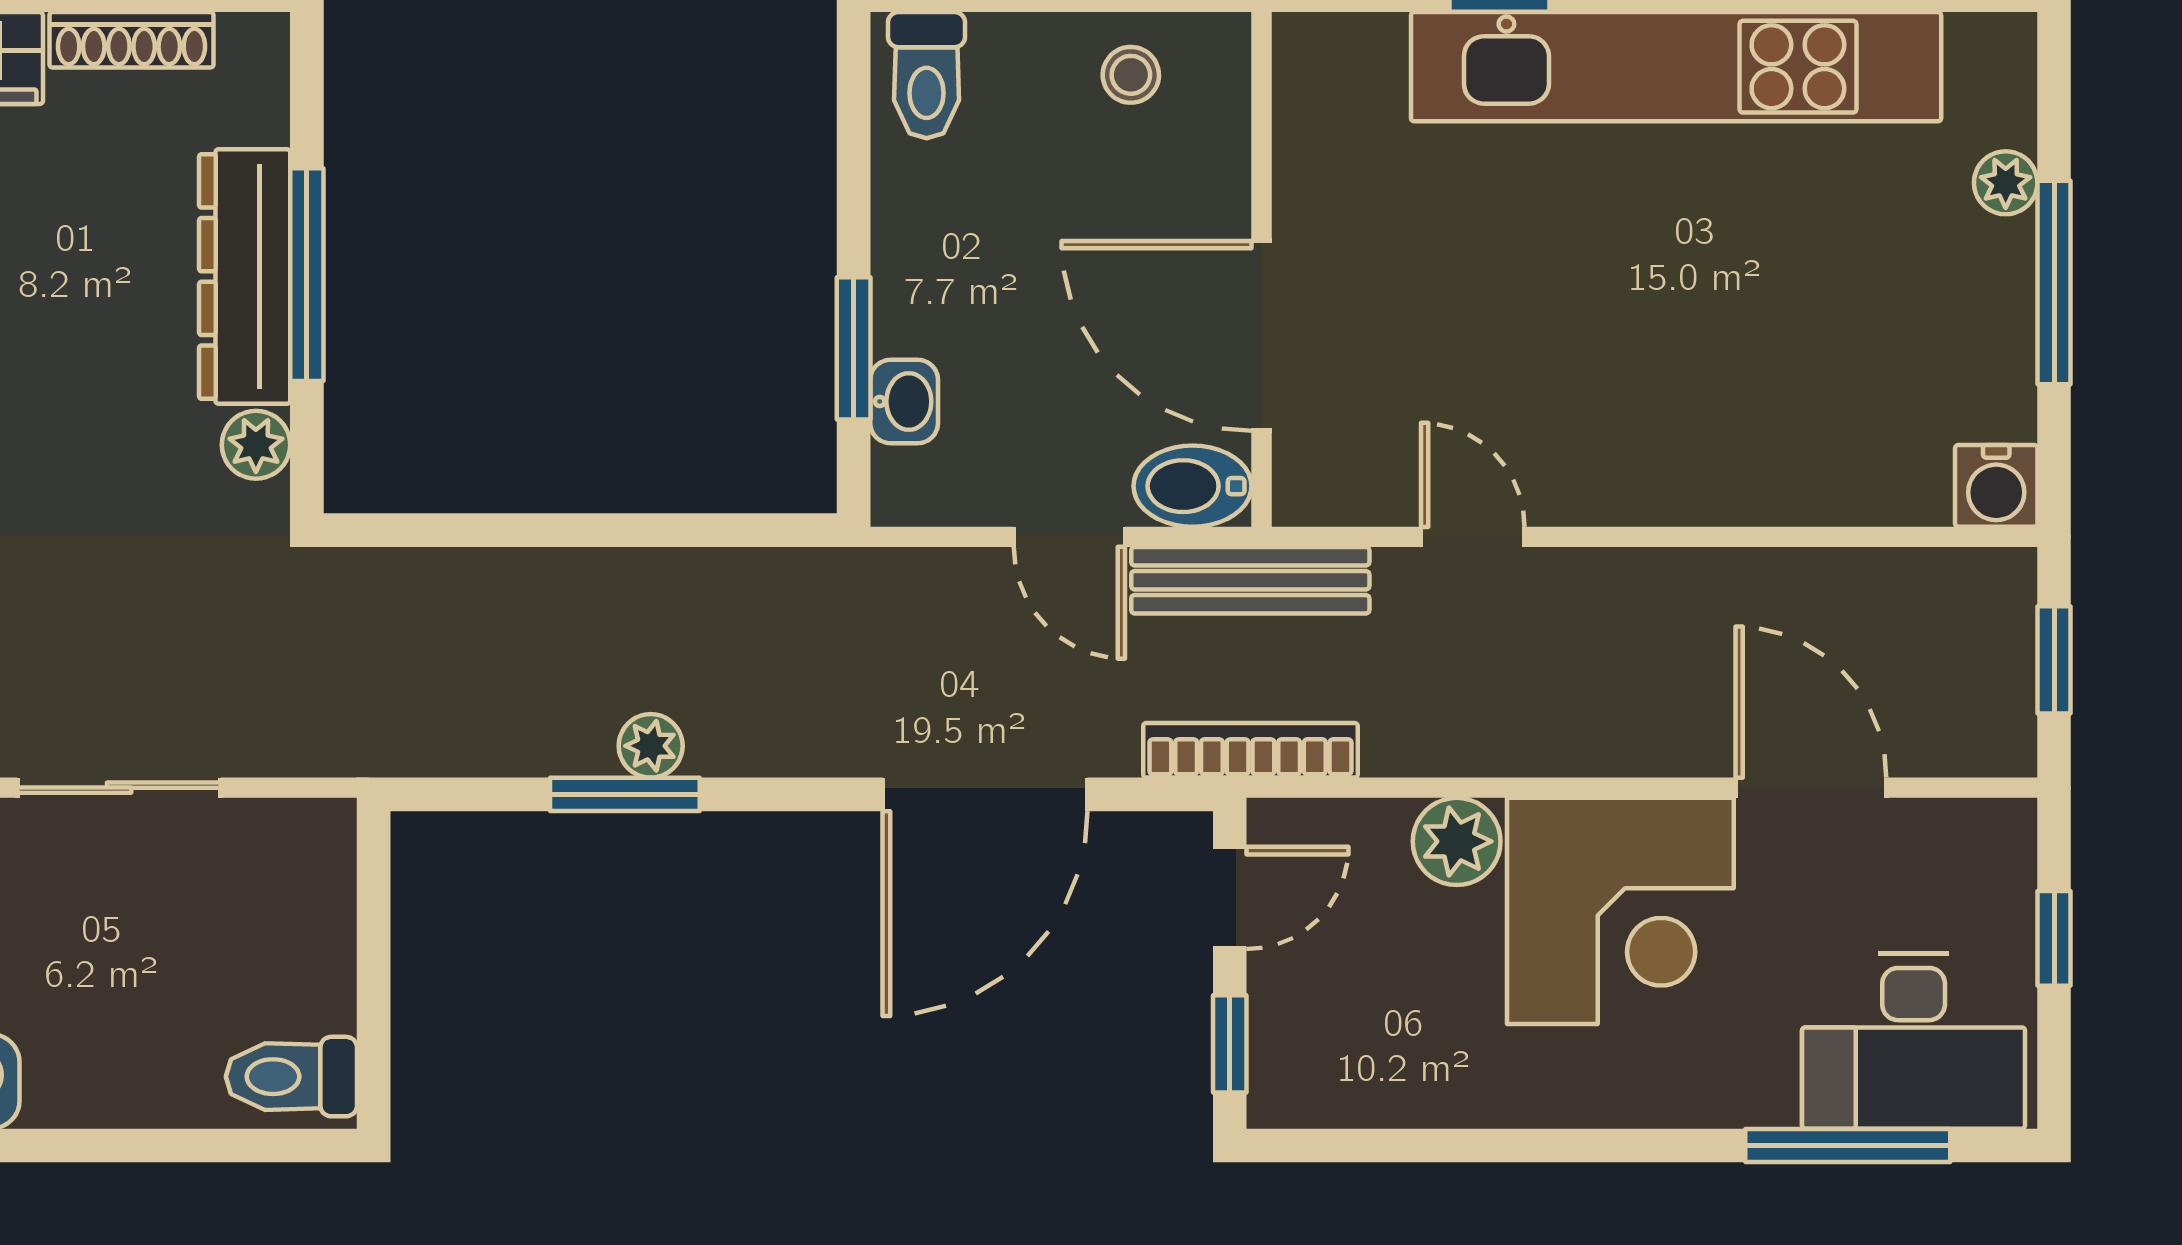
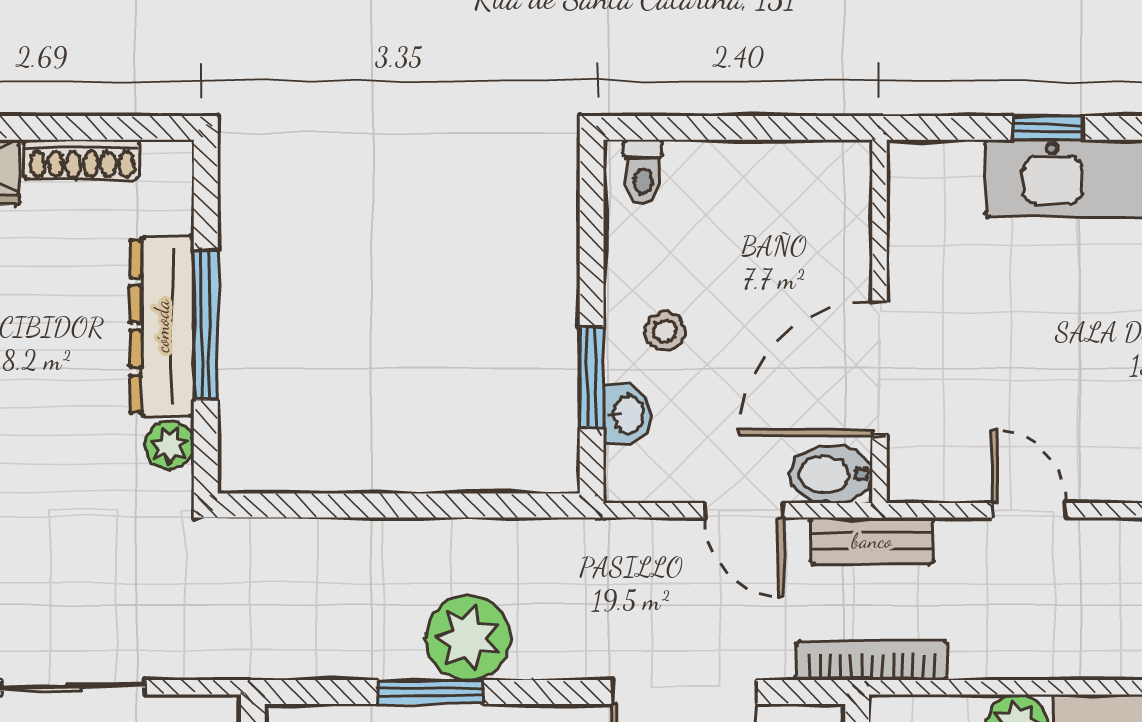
toilet: (927, 75) -> (643, 172), width x0.73, depth x0.72
stool: (1131, 75) -> (665, 331), moved
door: (1262, 336) -> (880, 368), hinge flipped
bench: (1250, 580) -> (872, 541), width x0.73
plant: (651, 746) -> (468, 638), width x1.88, depth x1.88

